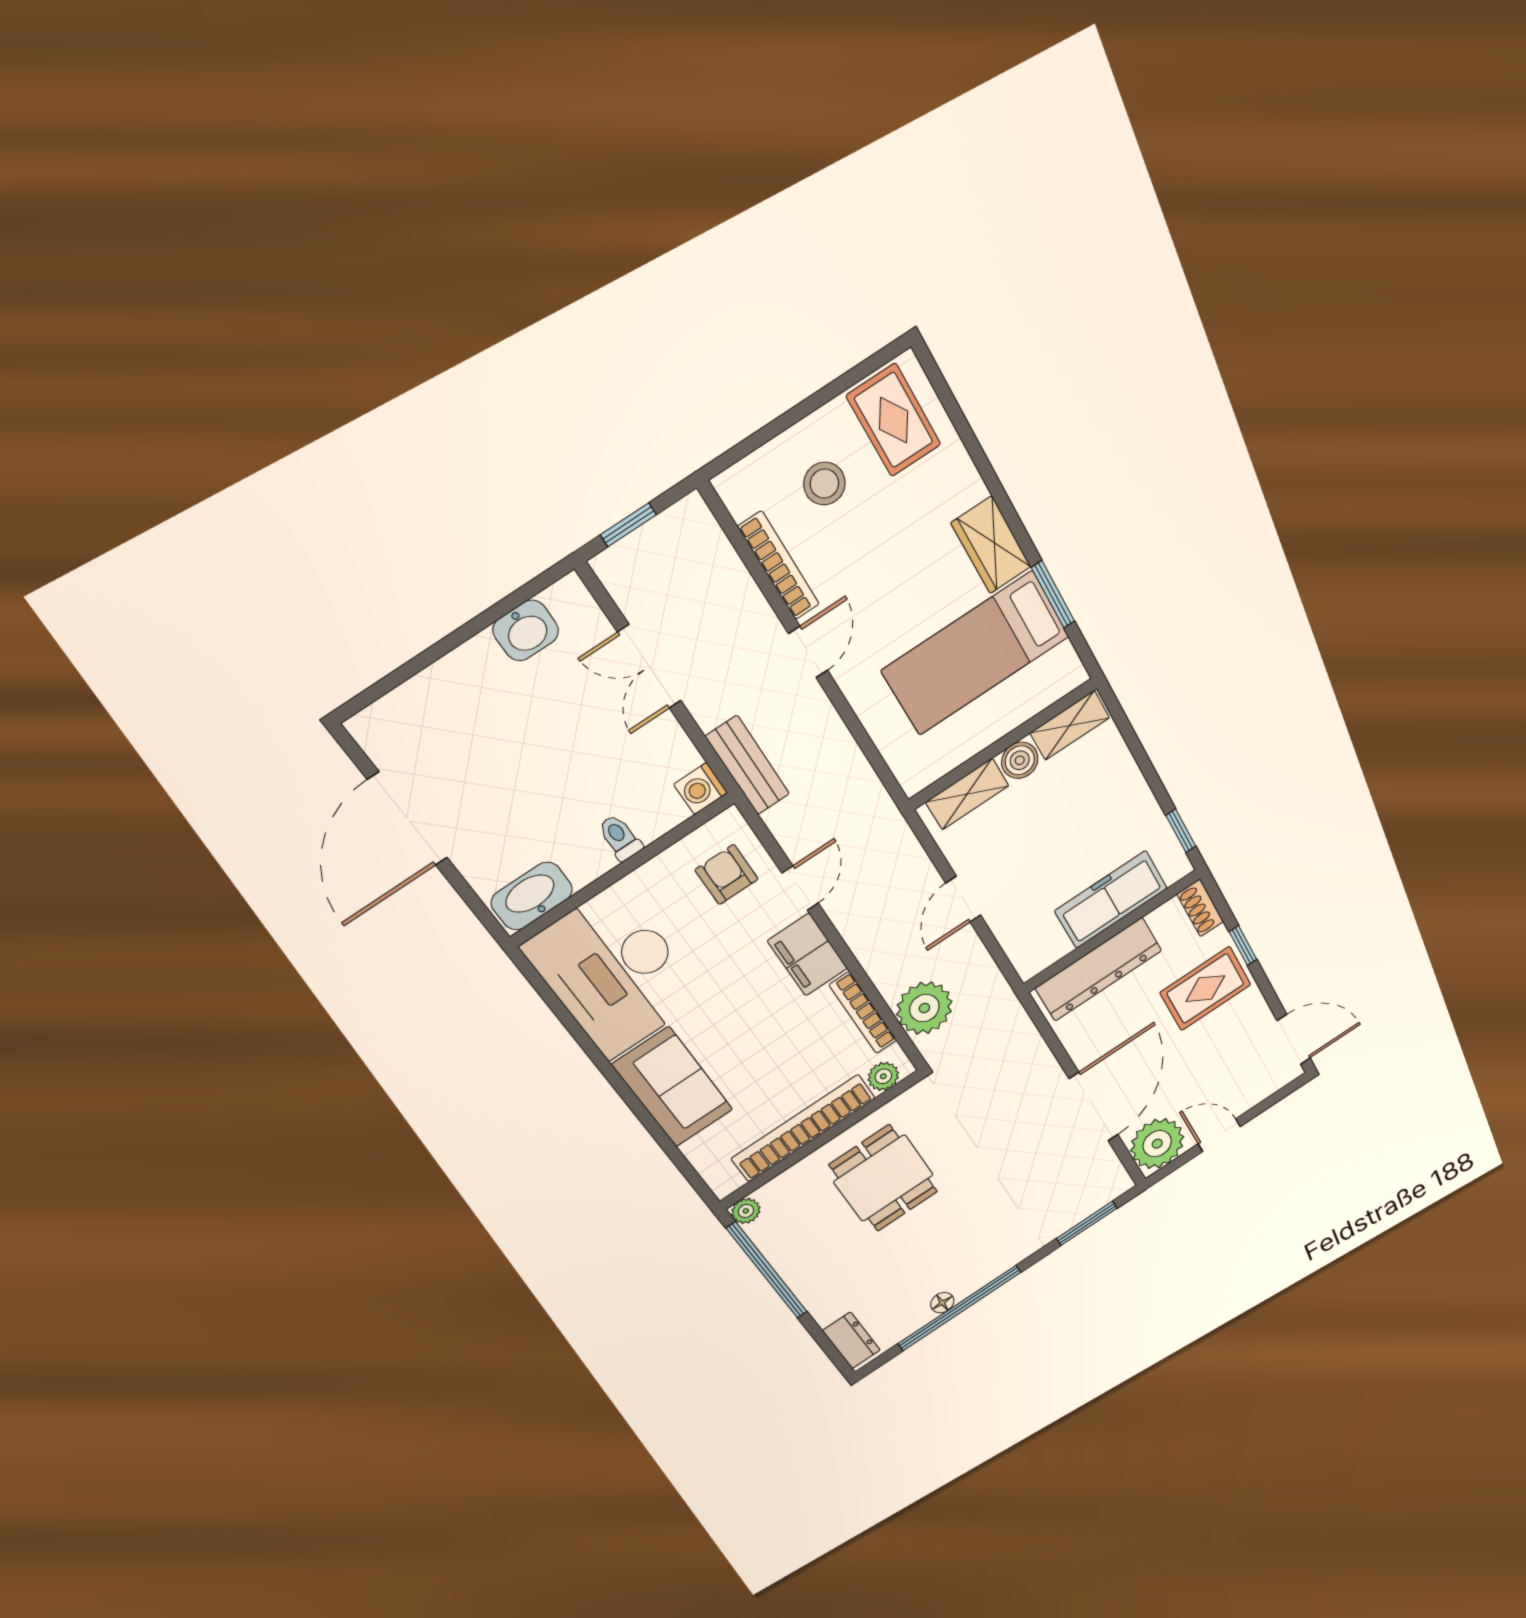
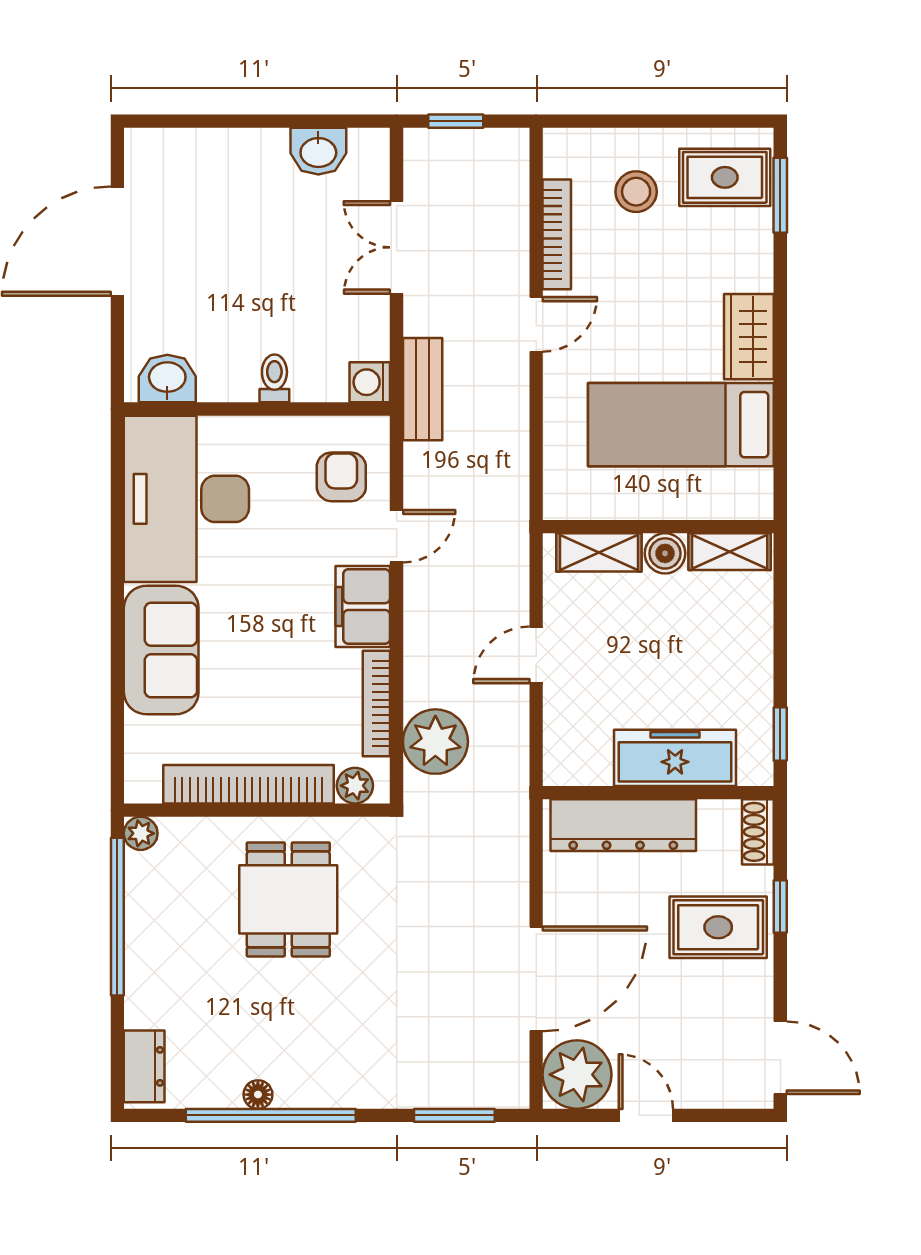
rug: (894, 420) -> (725, 177), turned 90
window: (1053, 594) -> (780, 195), moved
washbasin: (532, 896) -> (167, 378), width x0.72

